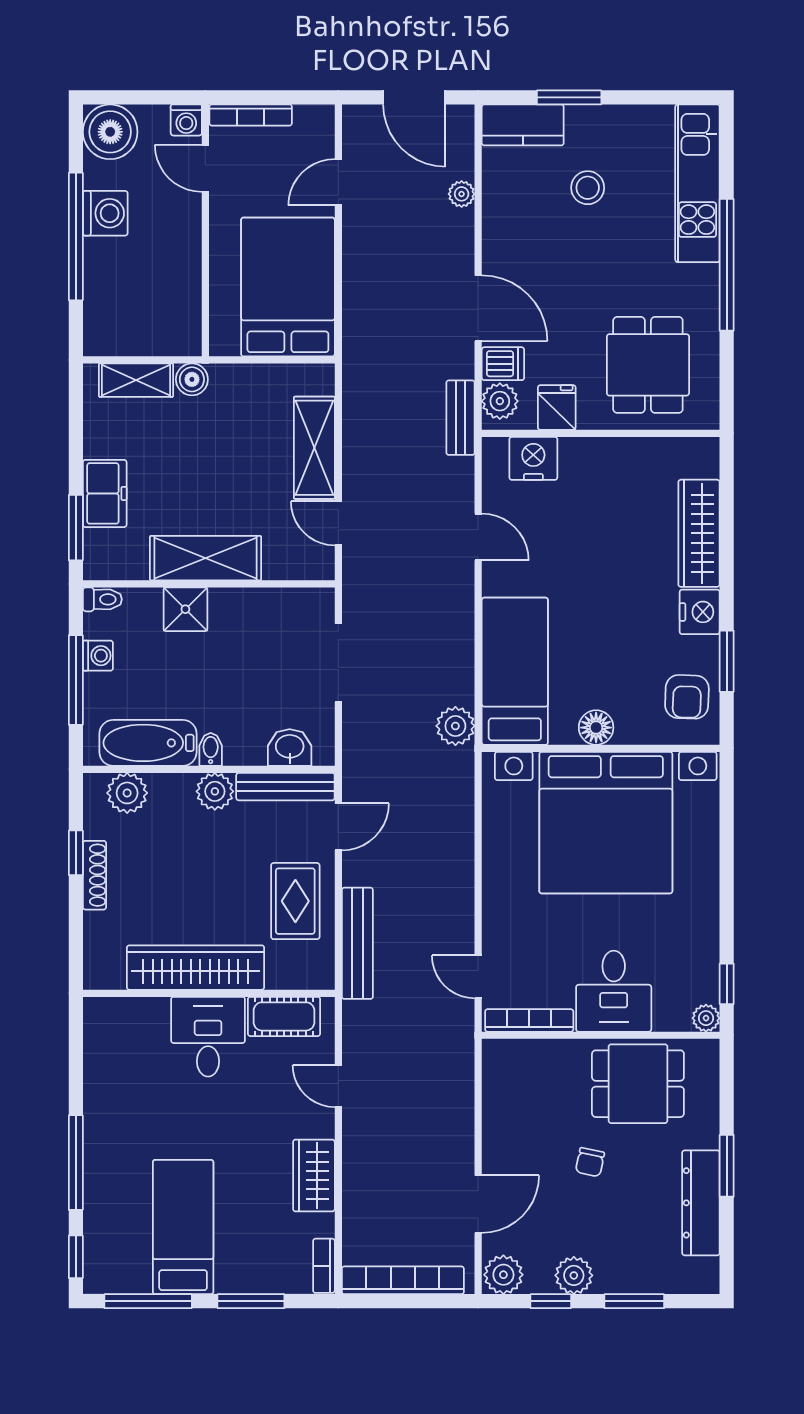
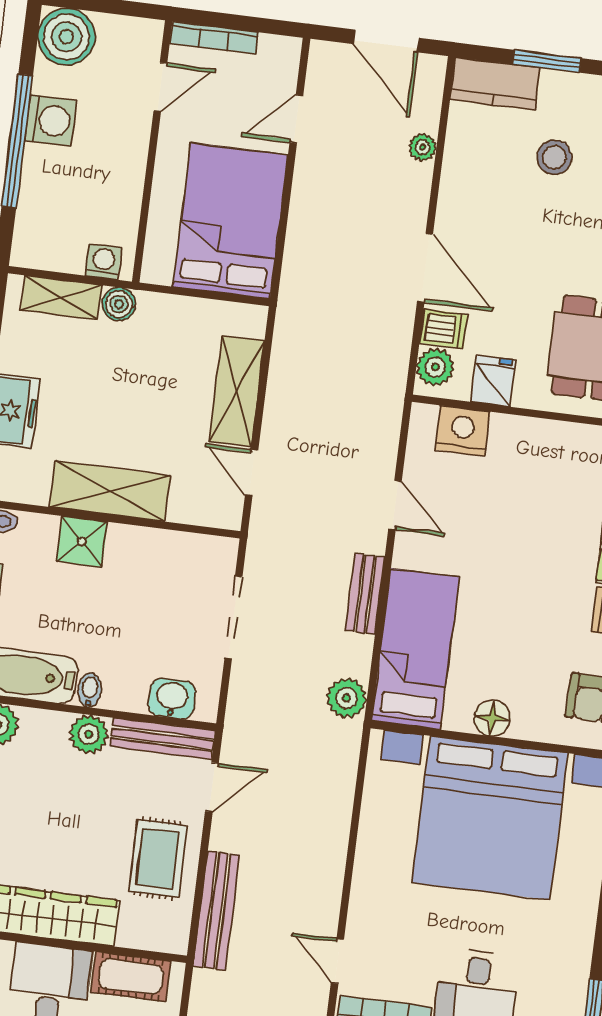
washing machine: (186, 120) -> (103, 262), moved, turned 180
door: (205, 168) -> (160, 87), swing flipped
bench: (460, 418) -> (365, 594), moved

